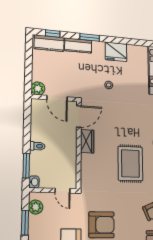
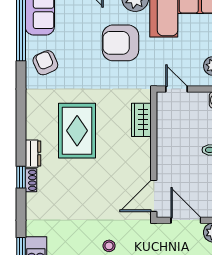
wardrobe: (87, 141) -> (141, 120), moved

